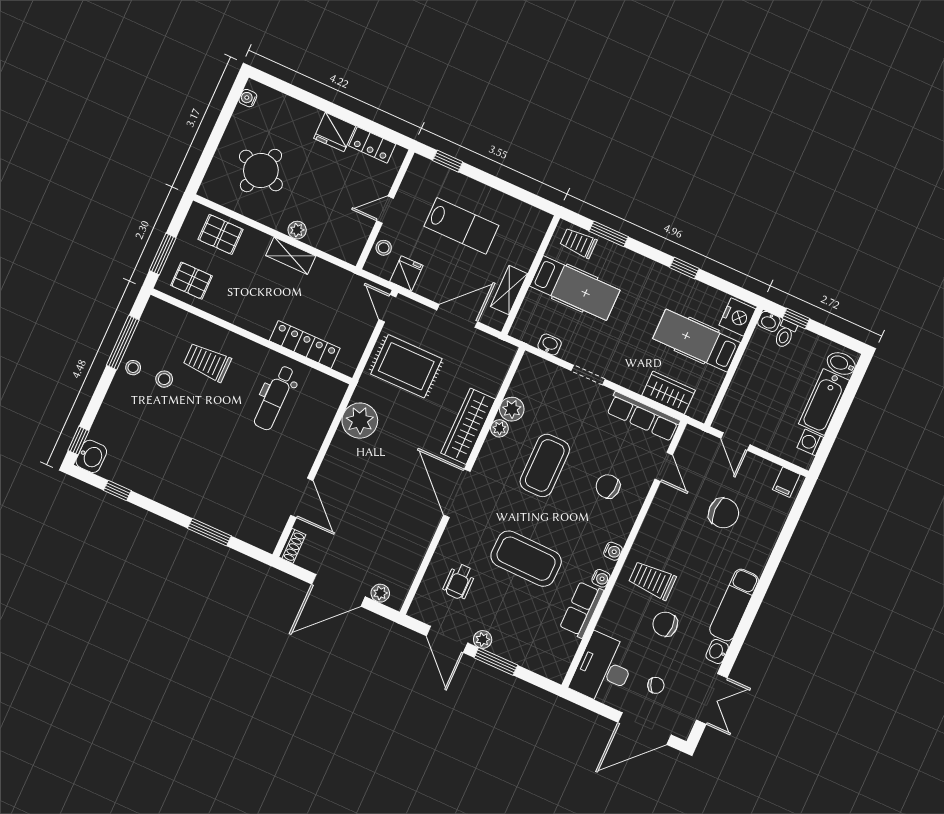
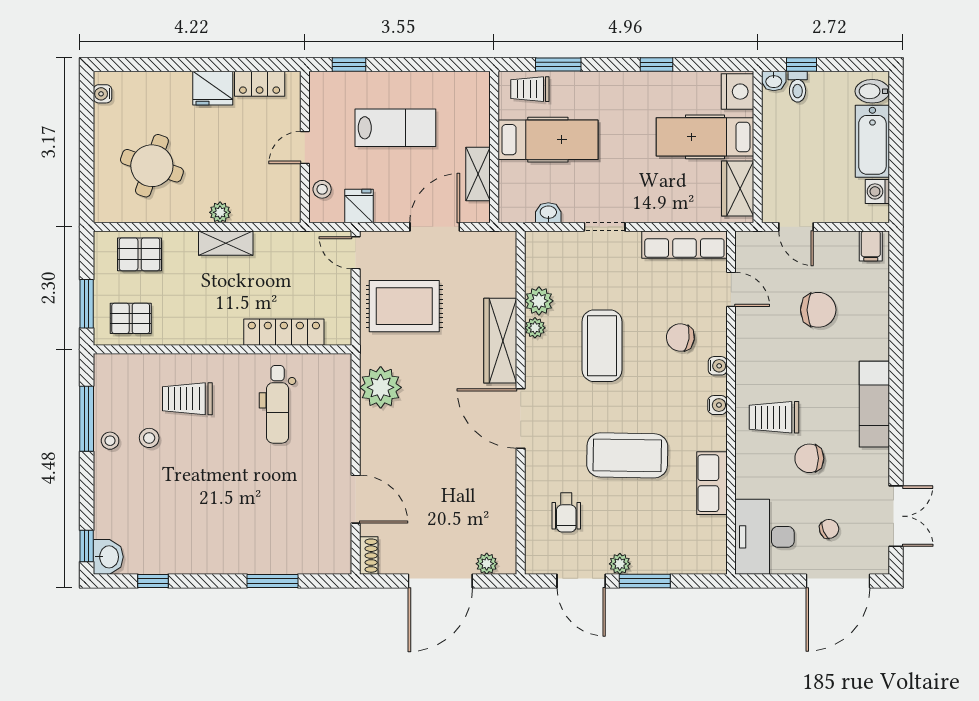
wardrobe: (669, 393) -> (738, 189), moved, turned -90
water cooler: (601, 578) -> (718, 366), moved
washbasin: (717, 651) -> (879, 462), removed

